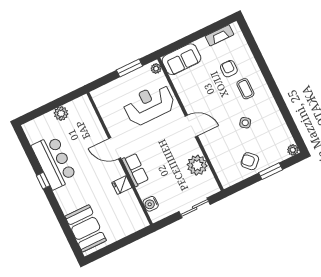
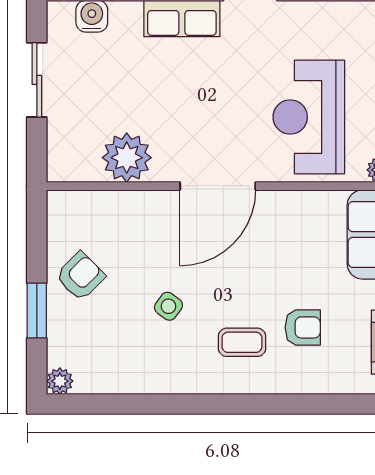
reception desk: (149, 105) -> (309, 117), turned 180
door: (191, 126) -> (218, 186), width x1.36
sliding door: (195, 208) -> (37, 80), moved

